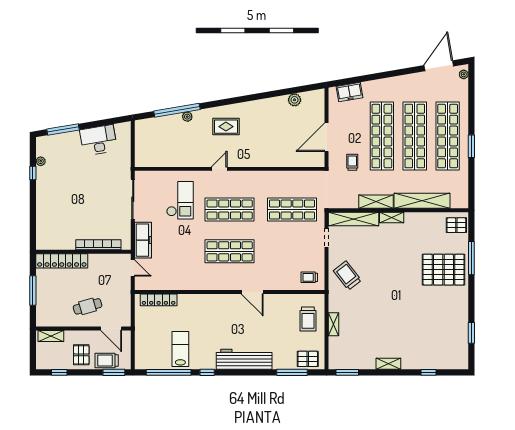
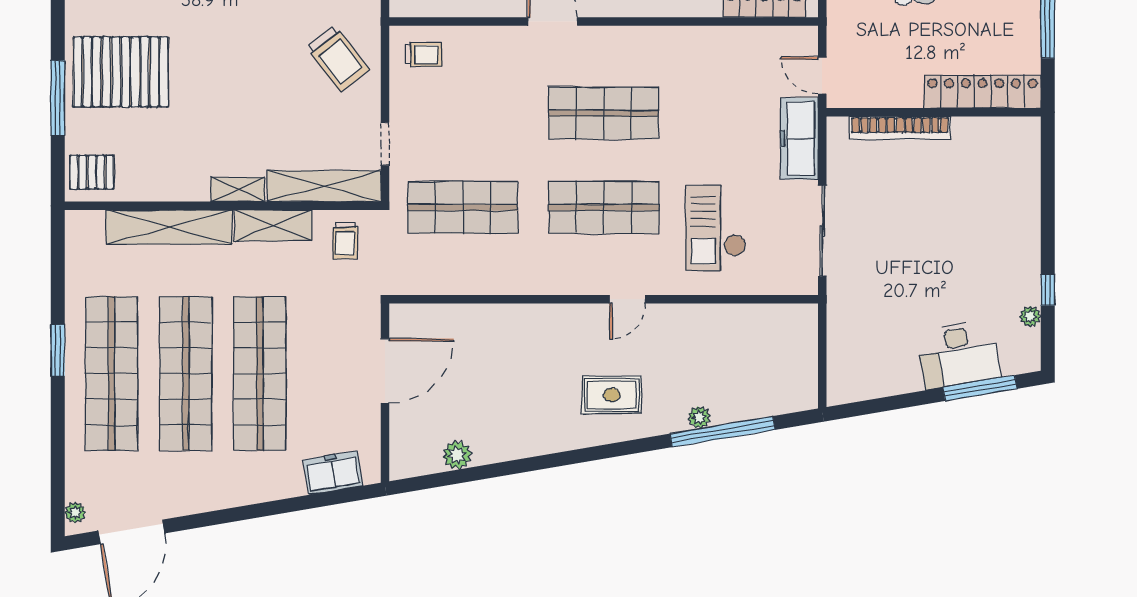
desk: (98, 140) -> (959, 354), moved
trolley: (352, 162) -> (345, 241), moved

